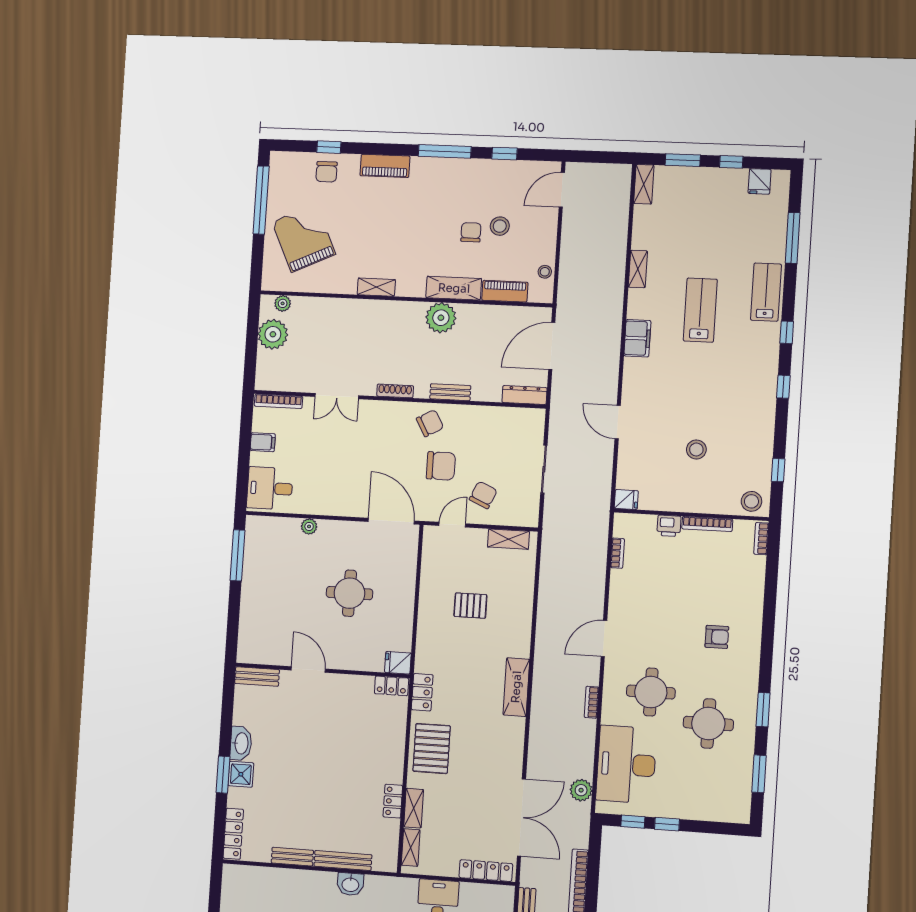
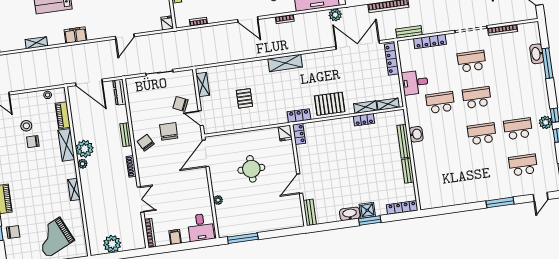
plant: (283, 303) -> (83, 164), moved

